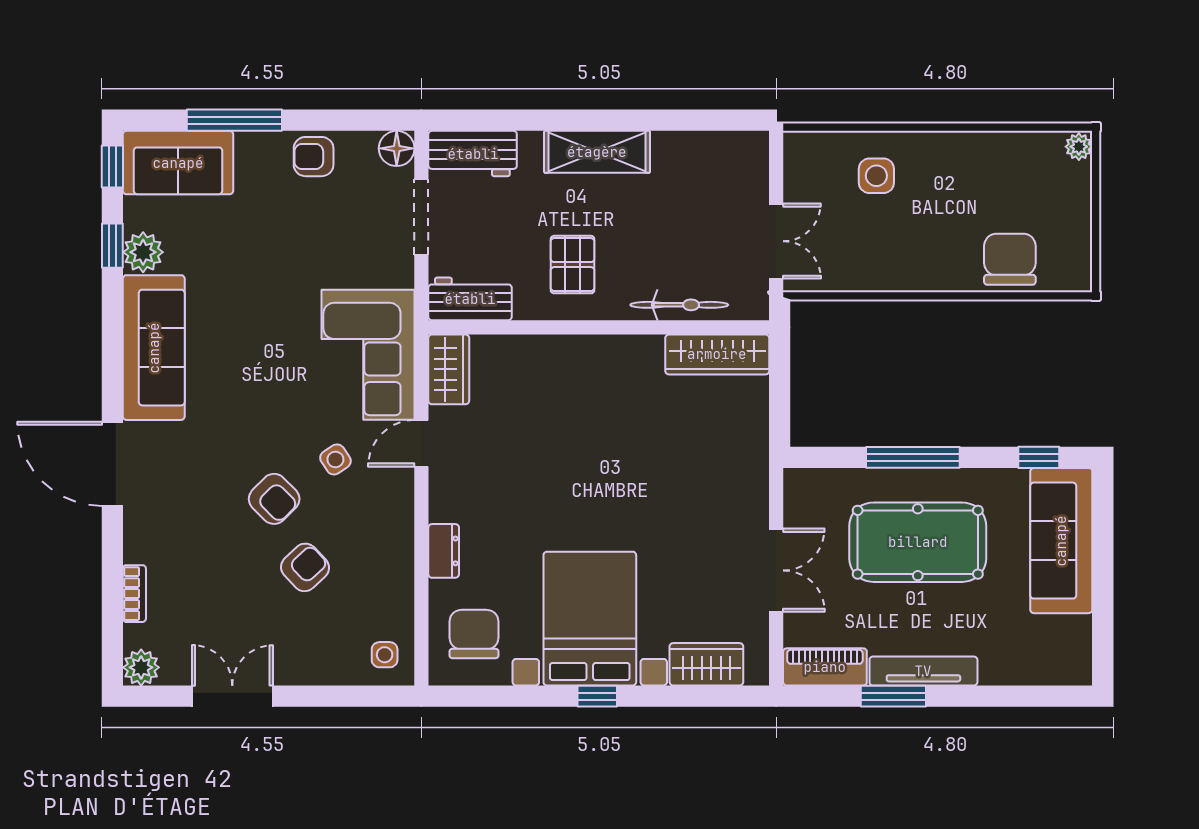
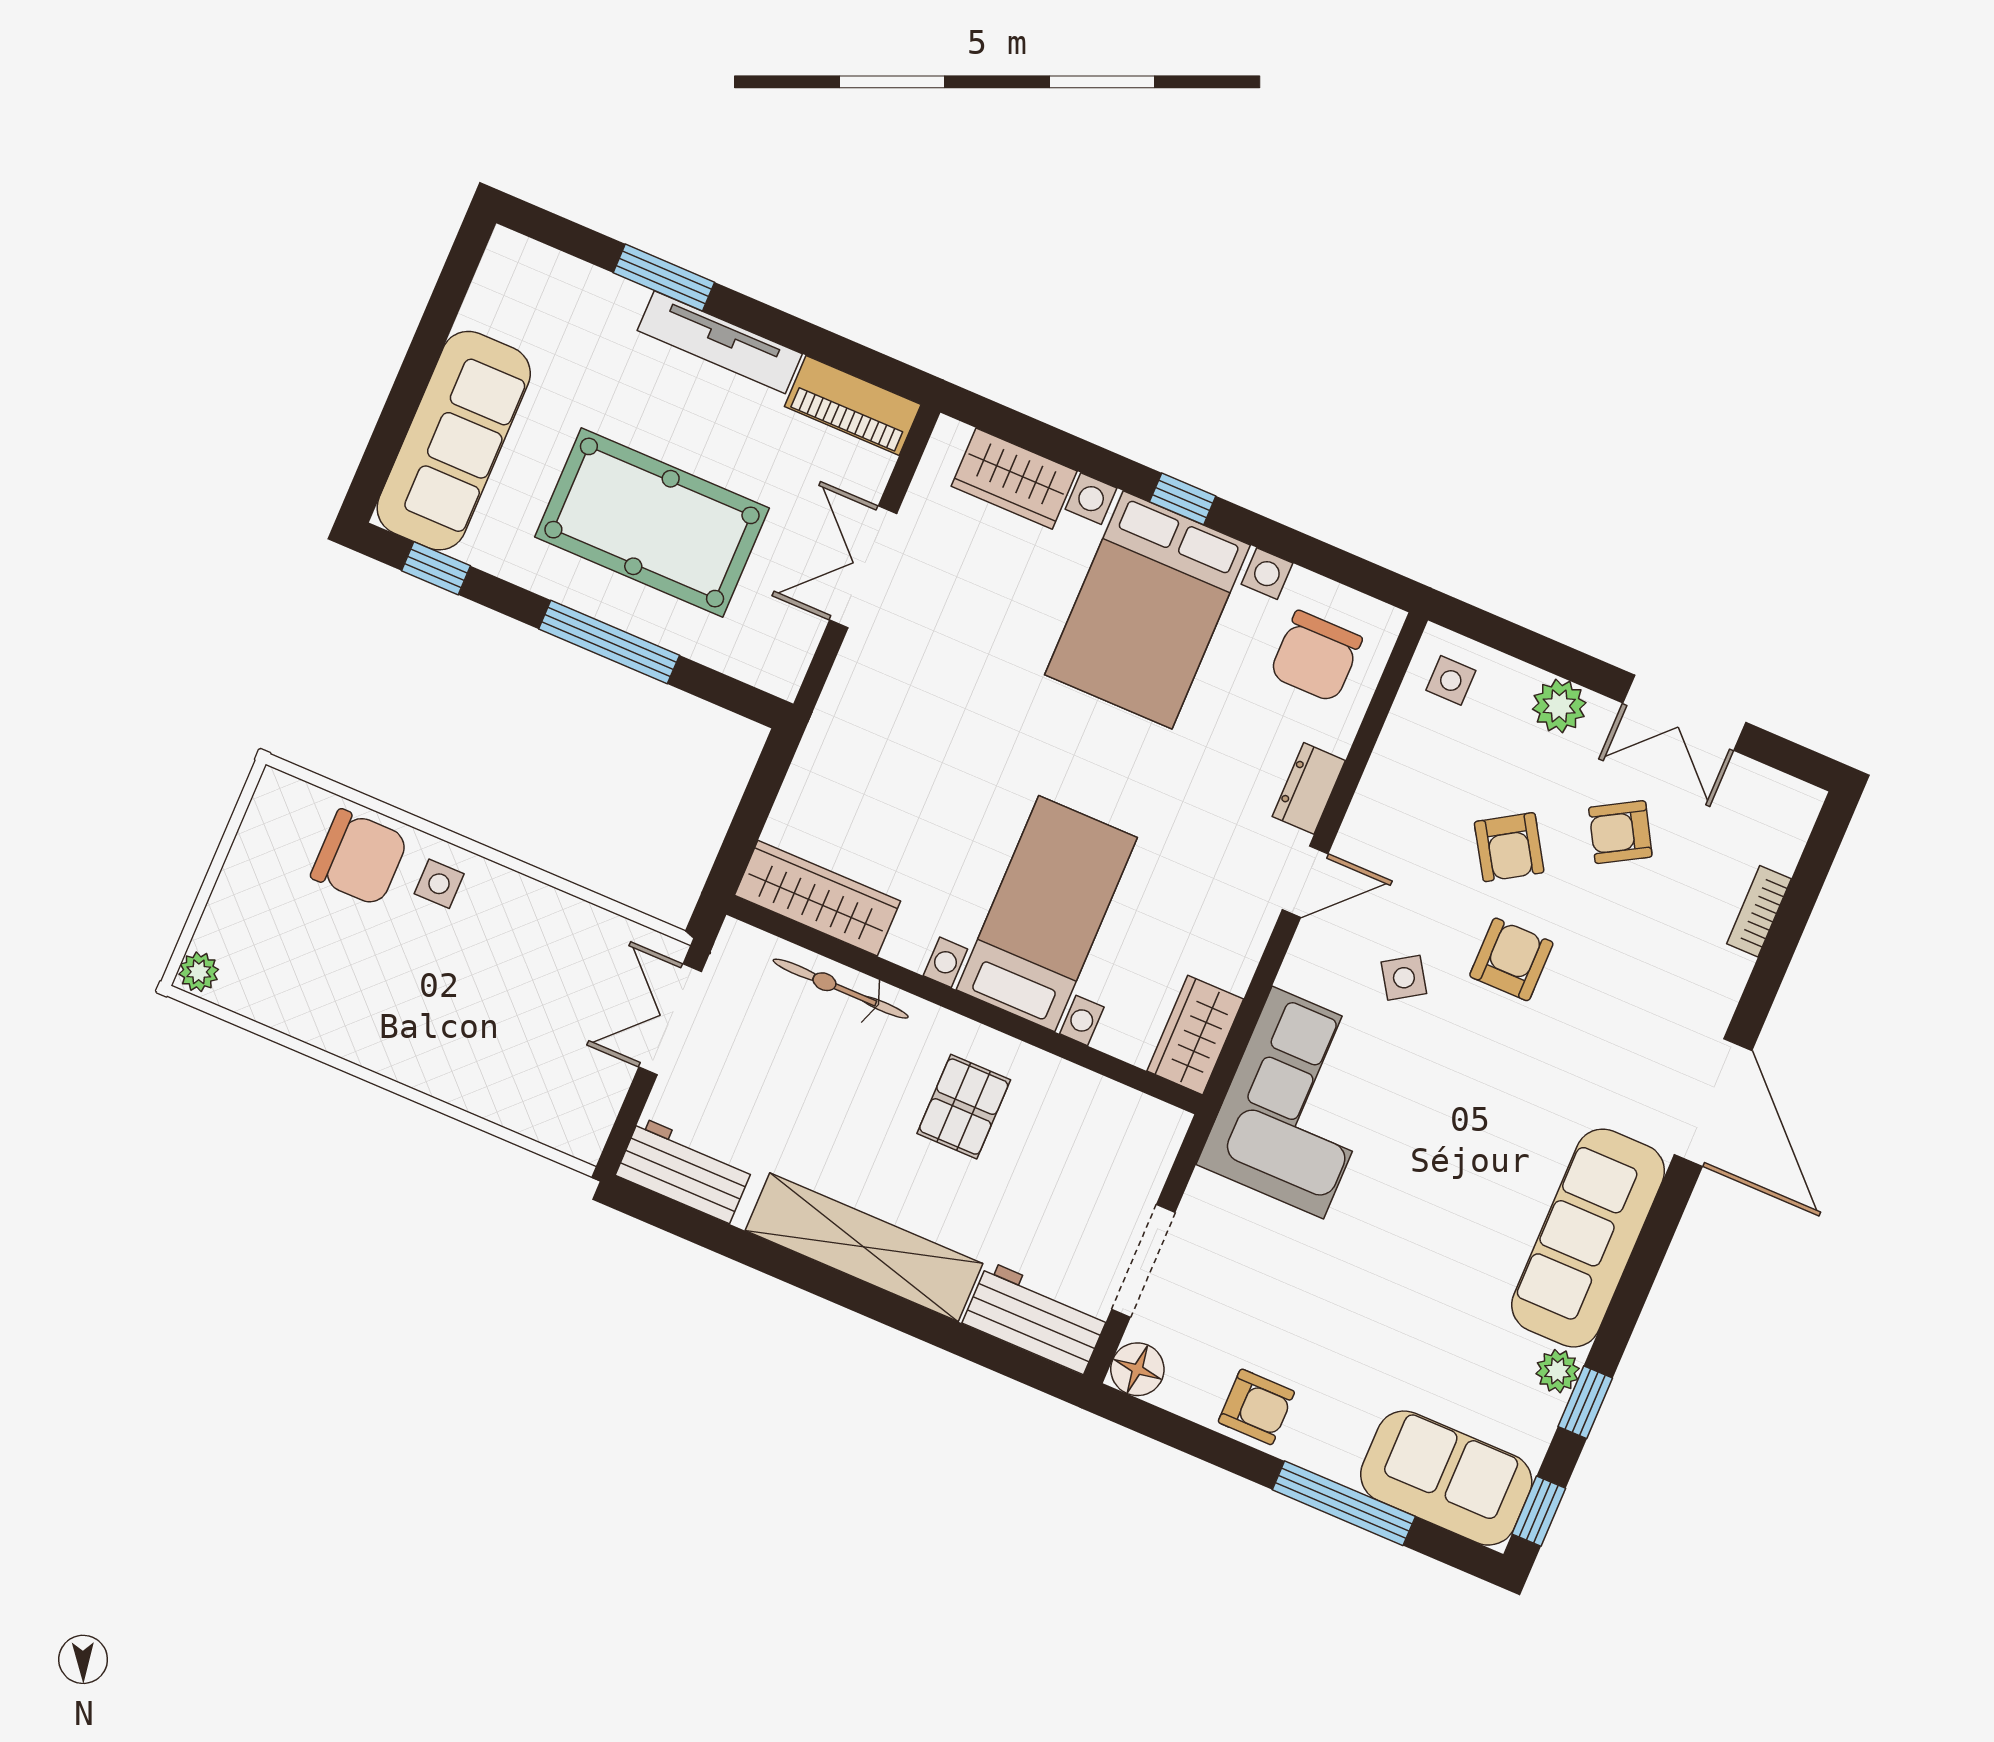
shelving: (597, 152) -> (864, 1247), width x1.47
side table: (876, 176) -> (439, 884), moved, width x0.73, depth x0.73
plant: (143, 252) -> (1558, 1371), width x0.73, depth x0.73
chair: (1010, 259) -> (359, 857), turned -90
workbench: (470, 299) -> (685, 1170), moved, turned 180
bed with nightstands: (572, 405) -> (1047, 914), added
door: (421, 443) -> (1305, 882), moved
armchair: (274, 499) -> (1511, 959), turned 45
armchair: (305, 567) -> (1509, 847), turned -79
armchair: (240, 606) -> (1620, 832), added
plant: (141, 667) -> (1559, 706), moved
window: (893, 696) -> (664, 277), moved

